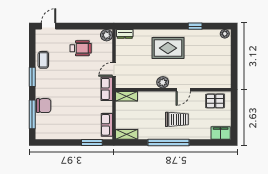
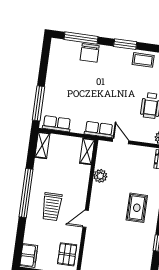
rug: (168, 48) -> (137, 208), width x0.73, depth x0.70
plant: (163, 82) -> (100, 176), moved
door: (183, 90) -> (86, 219), hinge flipped
window: (92, 143) -> (38, 103), width x1.44

